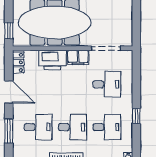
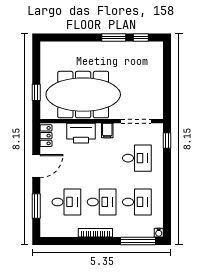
window: (9, 31) -> (36, 92), moved
filing cabinet: (78, 57) -> (107, 130), width x0.50
door: (9, 92) -> (36, 166), hinge flipped
window: (136, 116) -> (167, 141), moved

